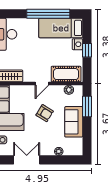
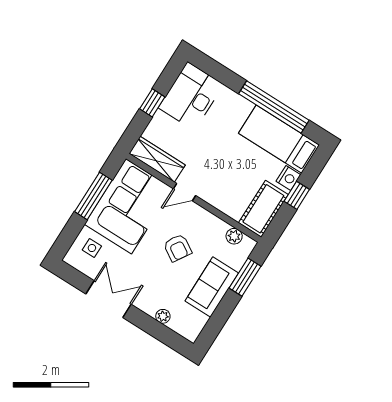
cot: (66, 74) -> (263, 209), moved, turned 90
door: (42, 84) -> (184, 192), moved

